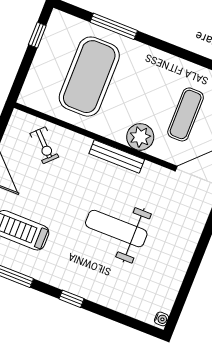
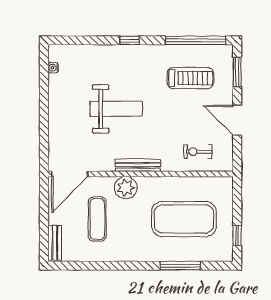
exercise mat: (89, 77) -> (184, 219), turned 90
exercise bike: (44, 145) -> (198, 152), turned -45
water cooler: (161, 319) -> (53, 68), moved

